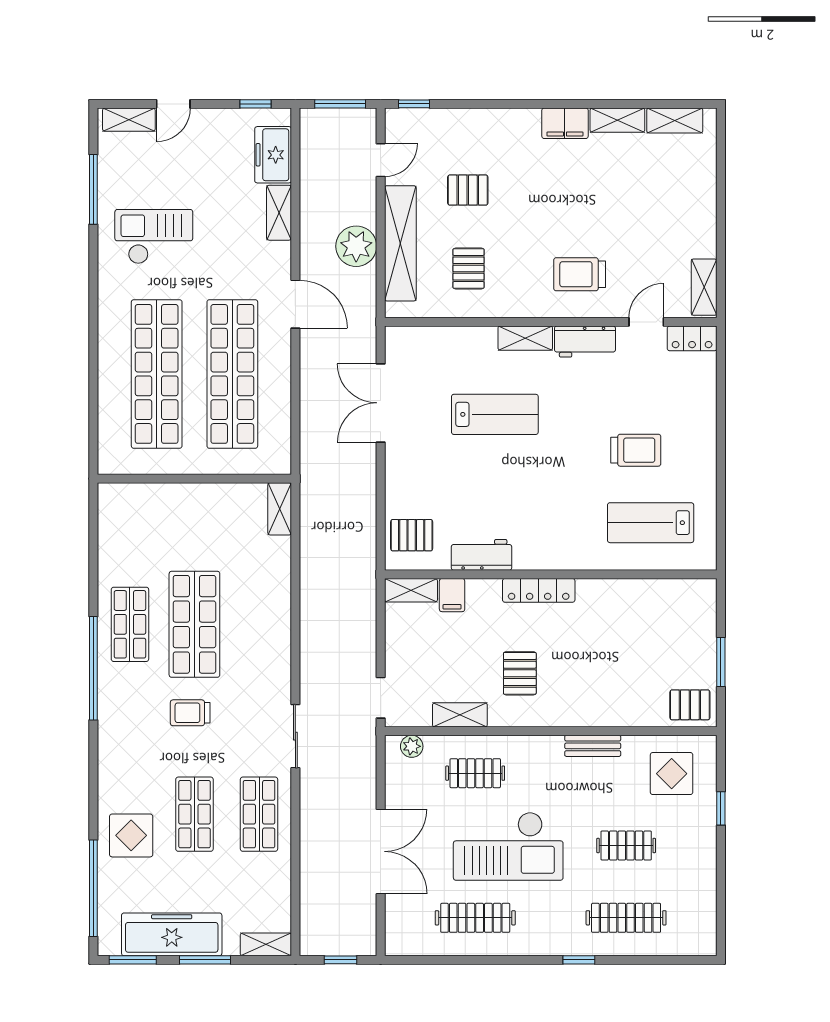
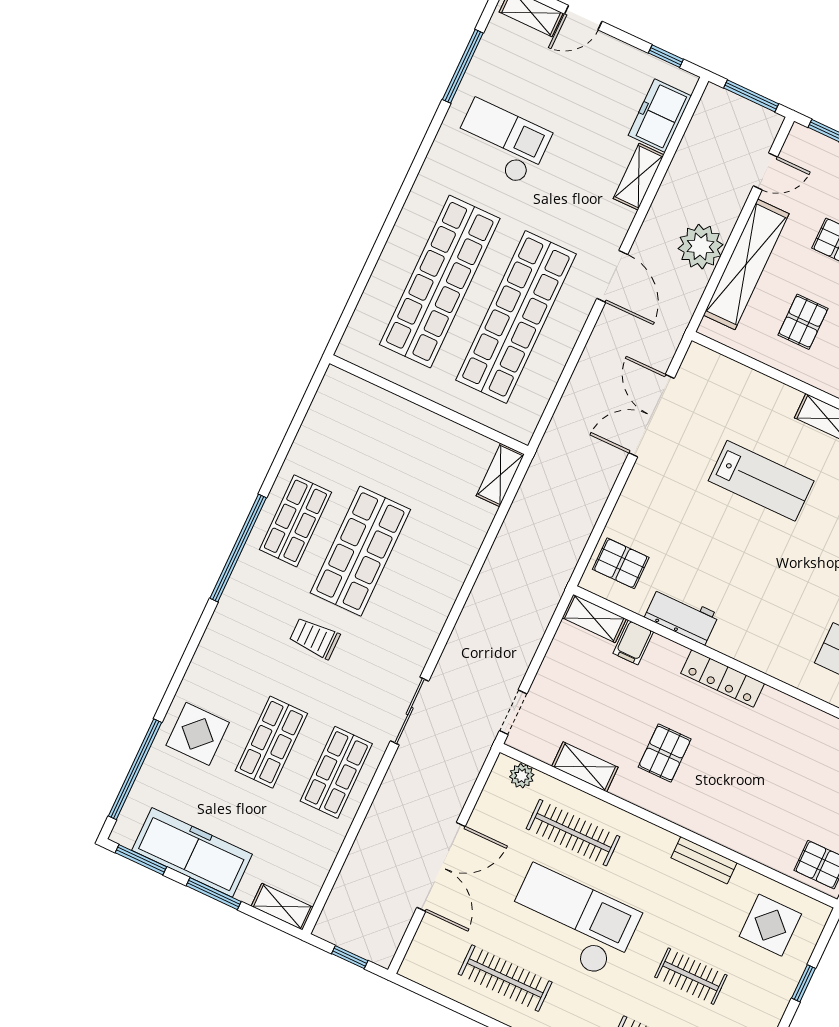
clothes rail: (475, 773) -> (573, 833), width x1.36
checkout: (508, 846) -> (572, 922), turned 180

